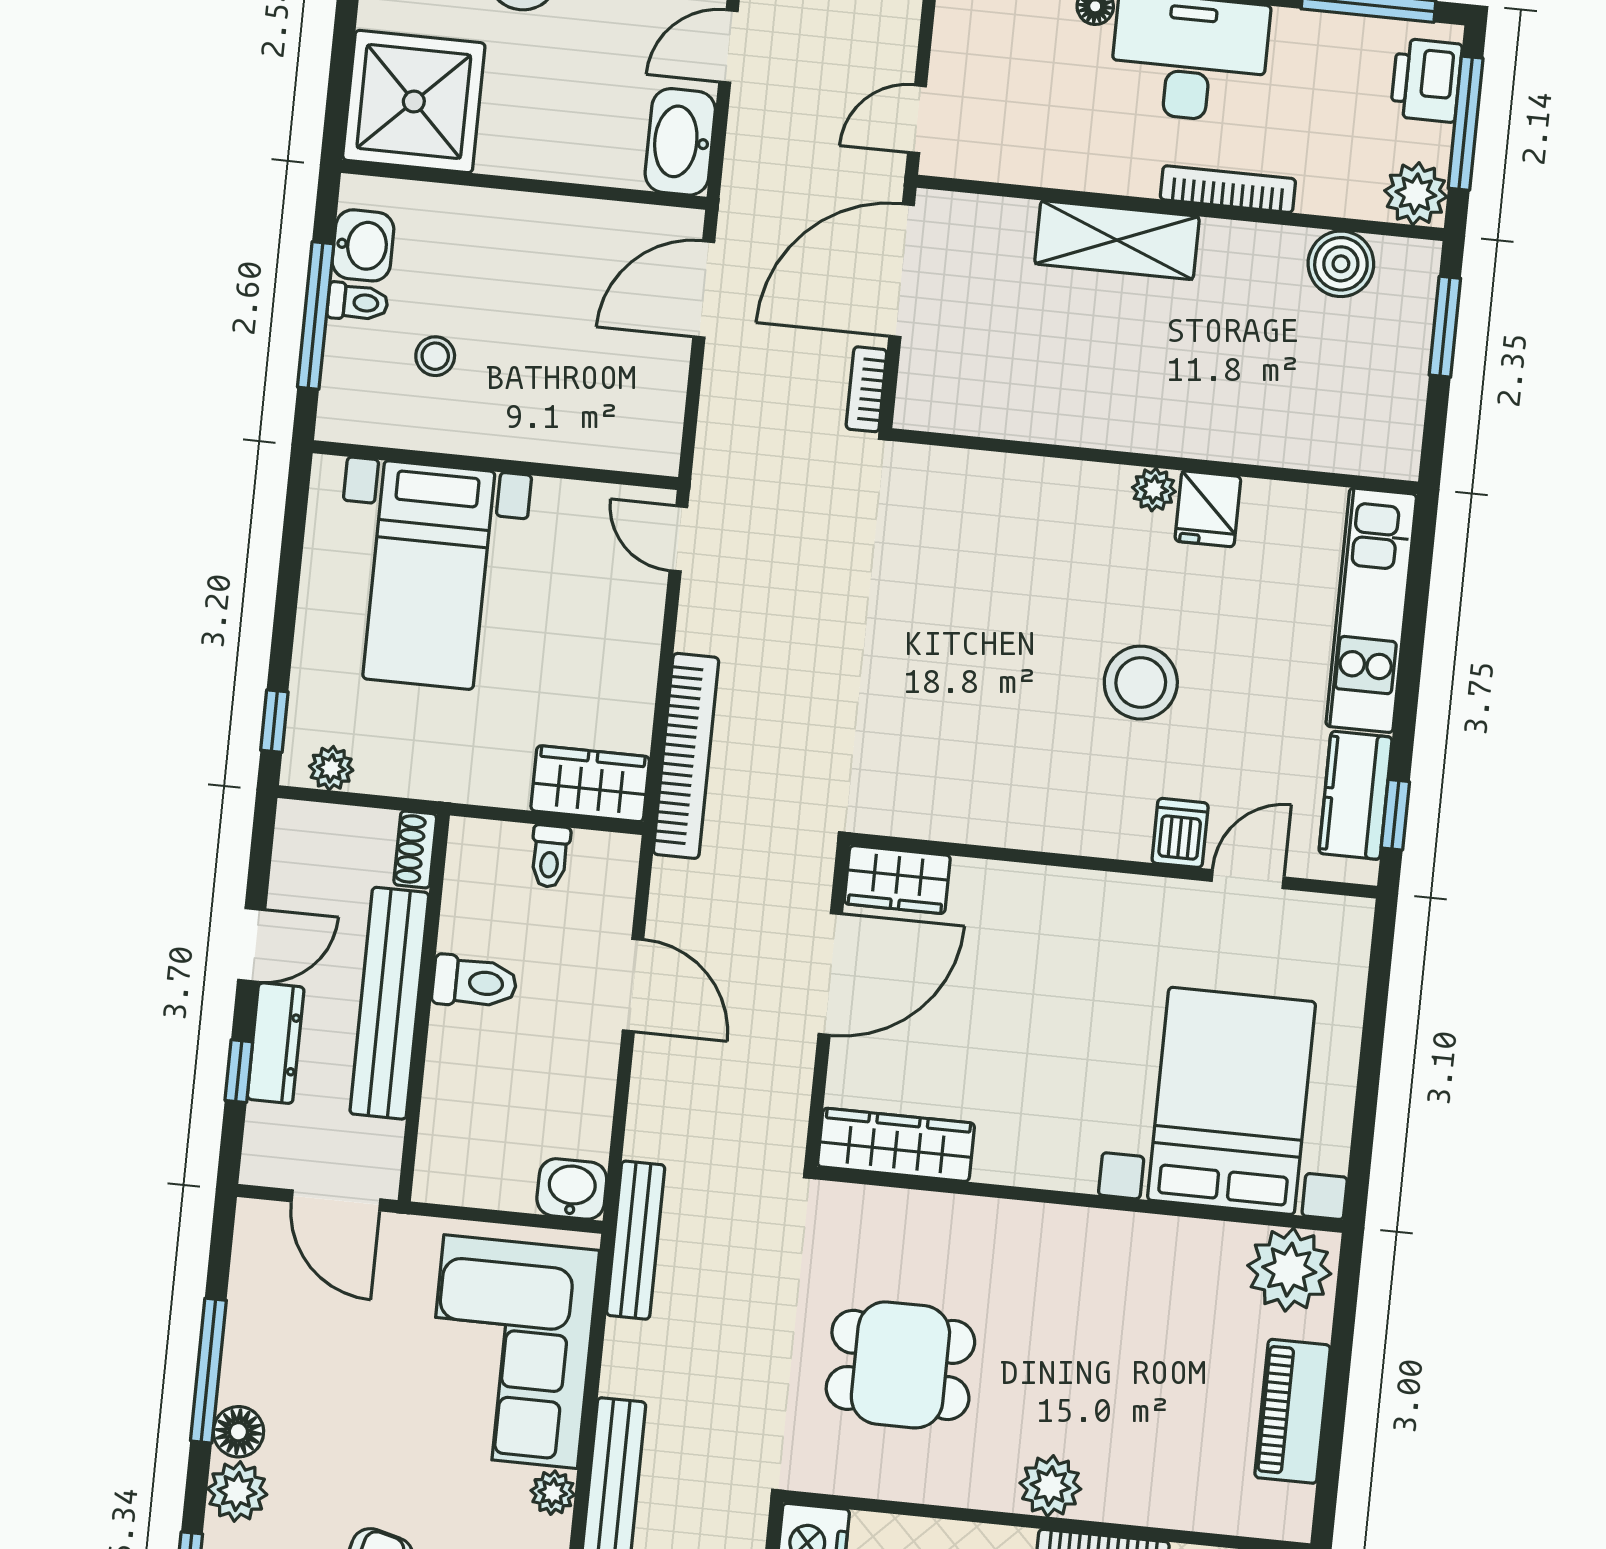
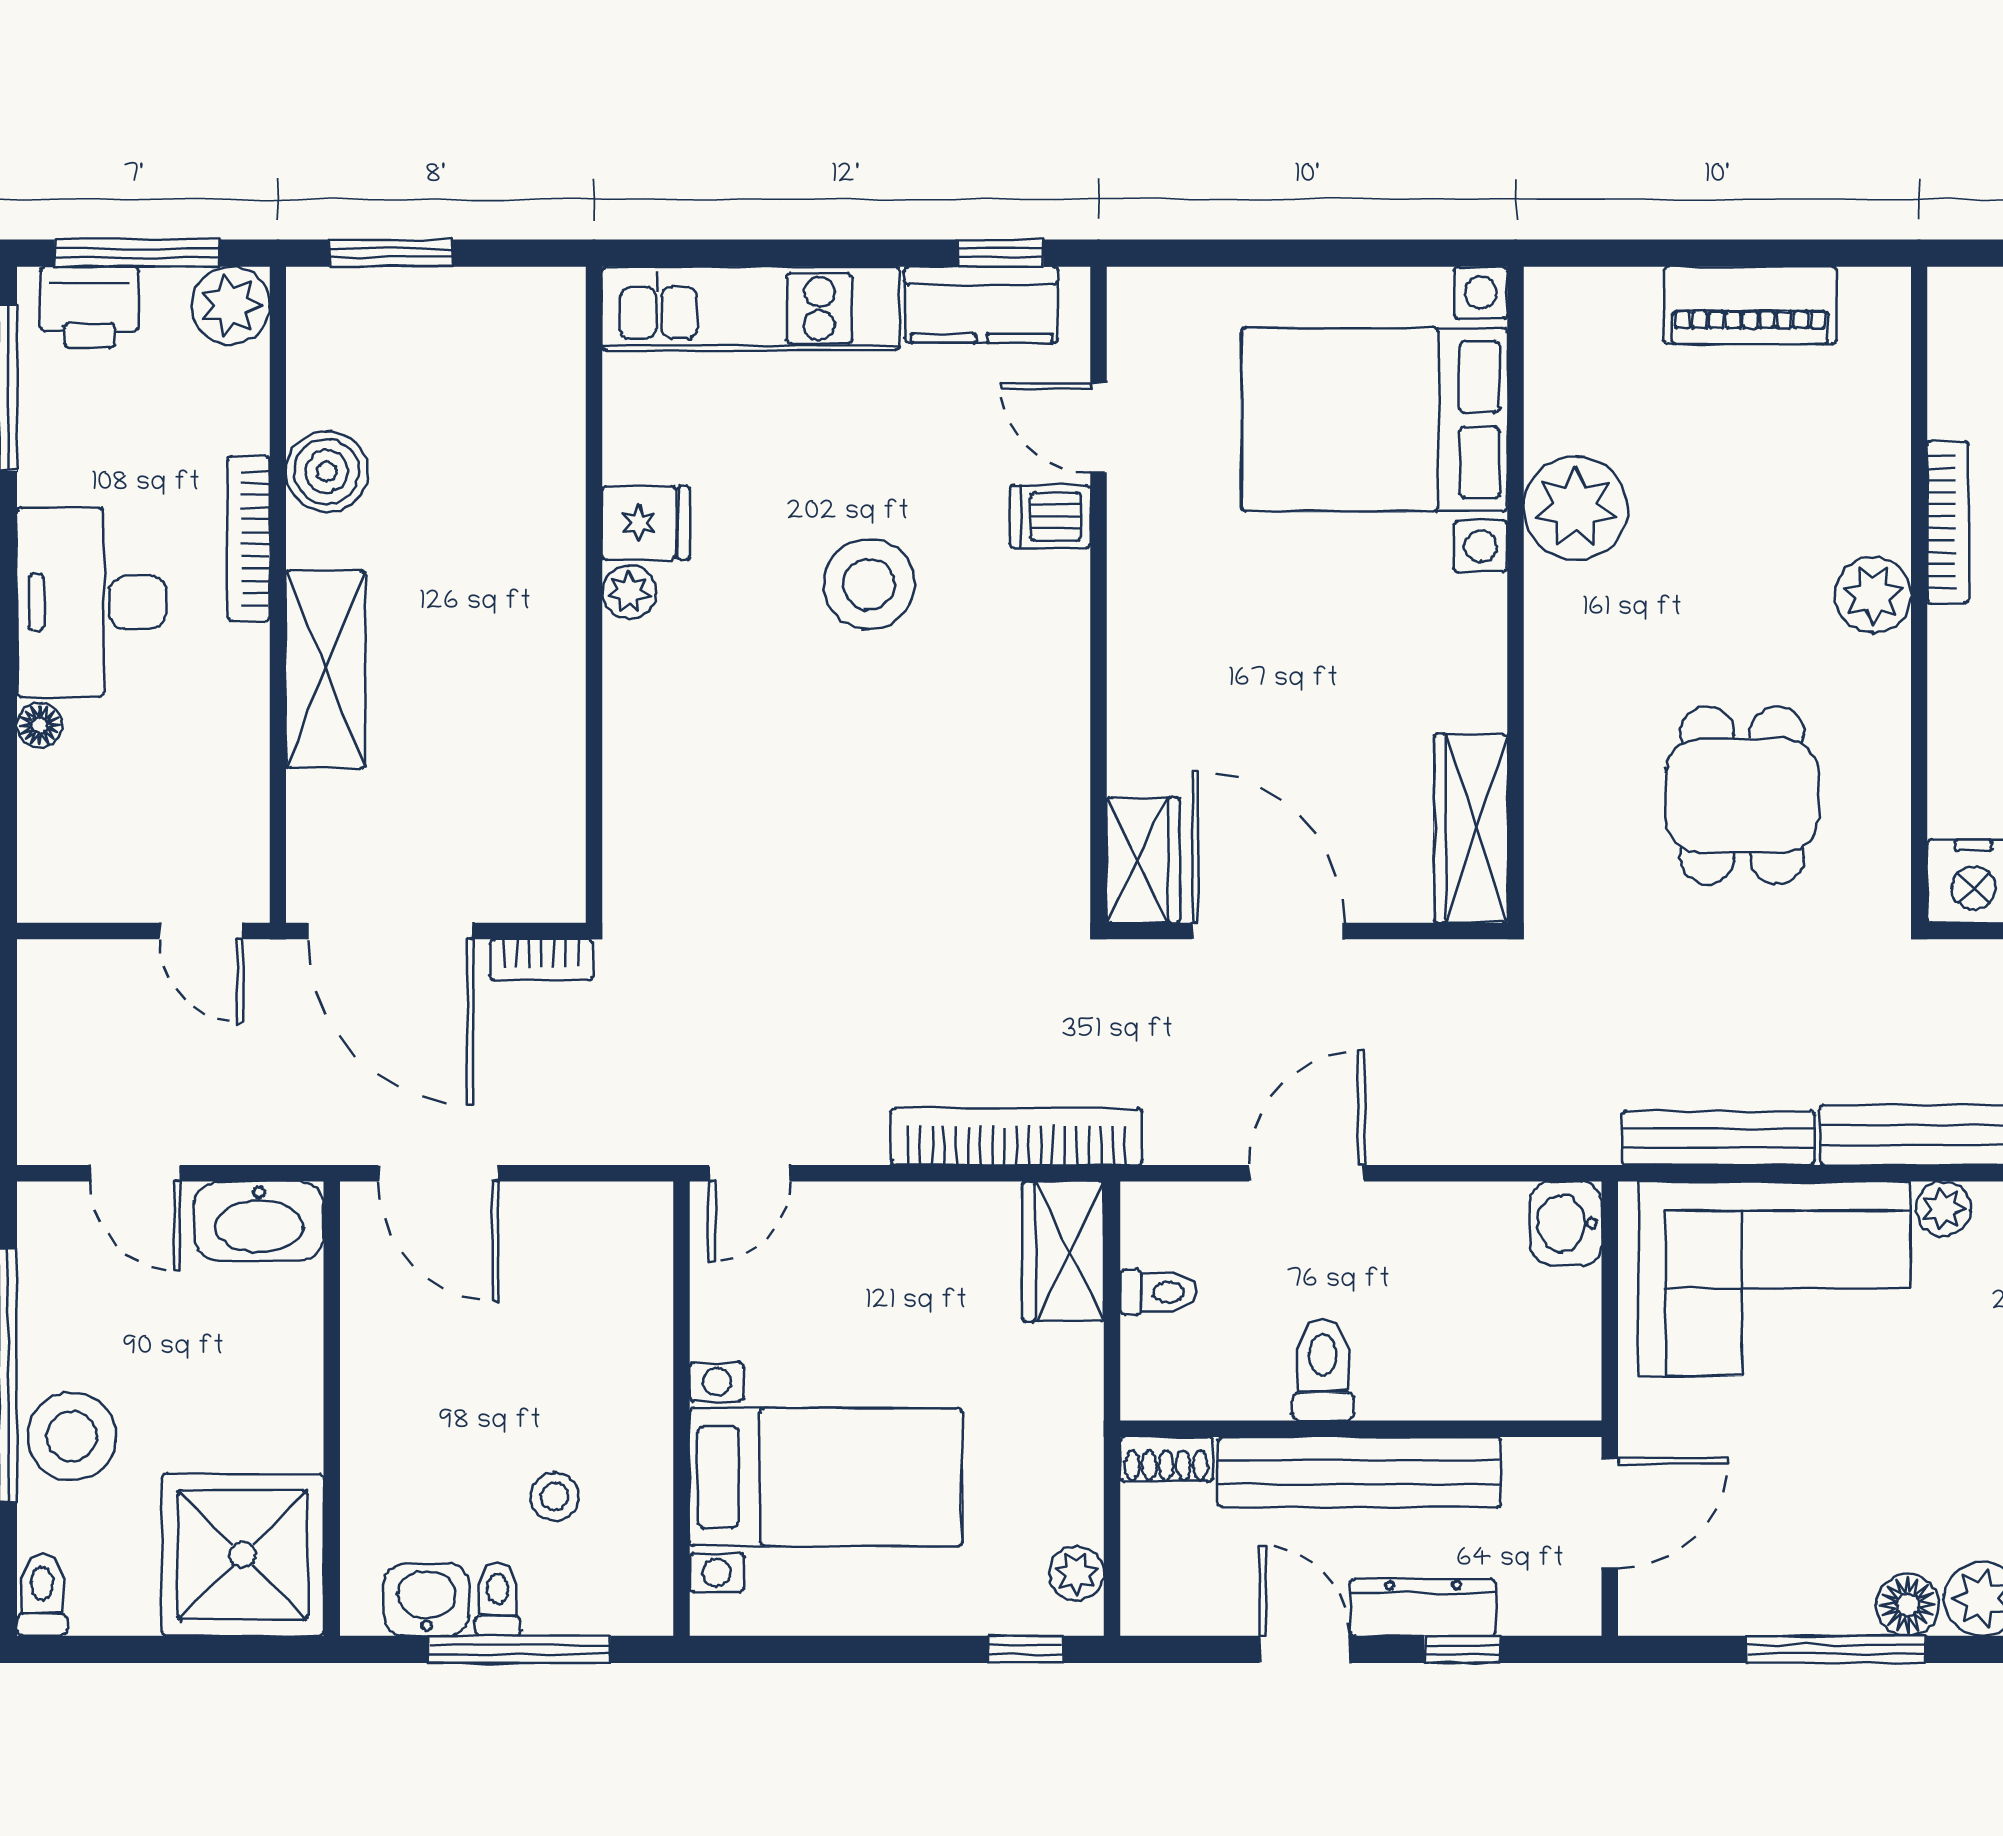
boiler: (1341, 264) -> (327, 472), moved
bench: (636, 1240) -> (1718, 1138), moved
plant: (1289, 1270) -> (1576, 508), moved

